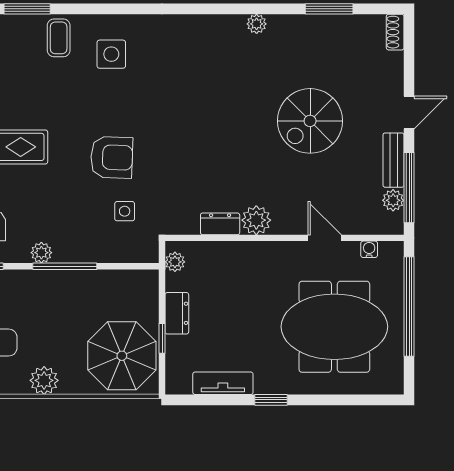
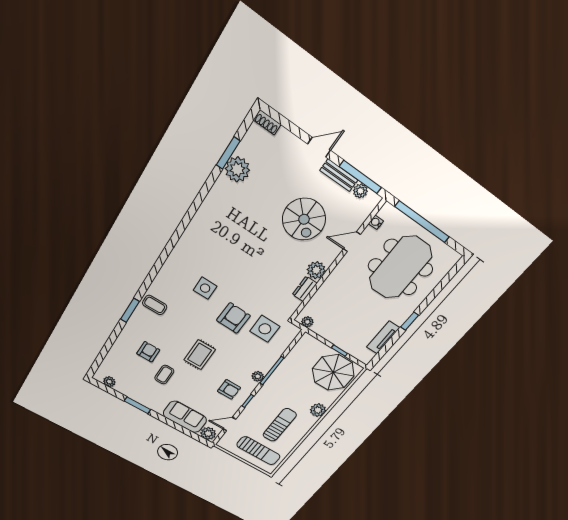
plant: (257, 24) -> (237, 169), moved, width x1.87, depth x1.87
side table: (111, 54) -> (205, 288), moved
door: (409, 113) -> (319, 147), hinge flipped
spiral stairs: (310, 121) -> (304, 219), moved
side table: (125, 211) -> (265, 329), width x1.87, depth x1.87
dresser: (177, 313) -> (333, 337), removed

